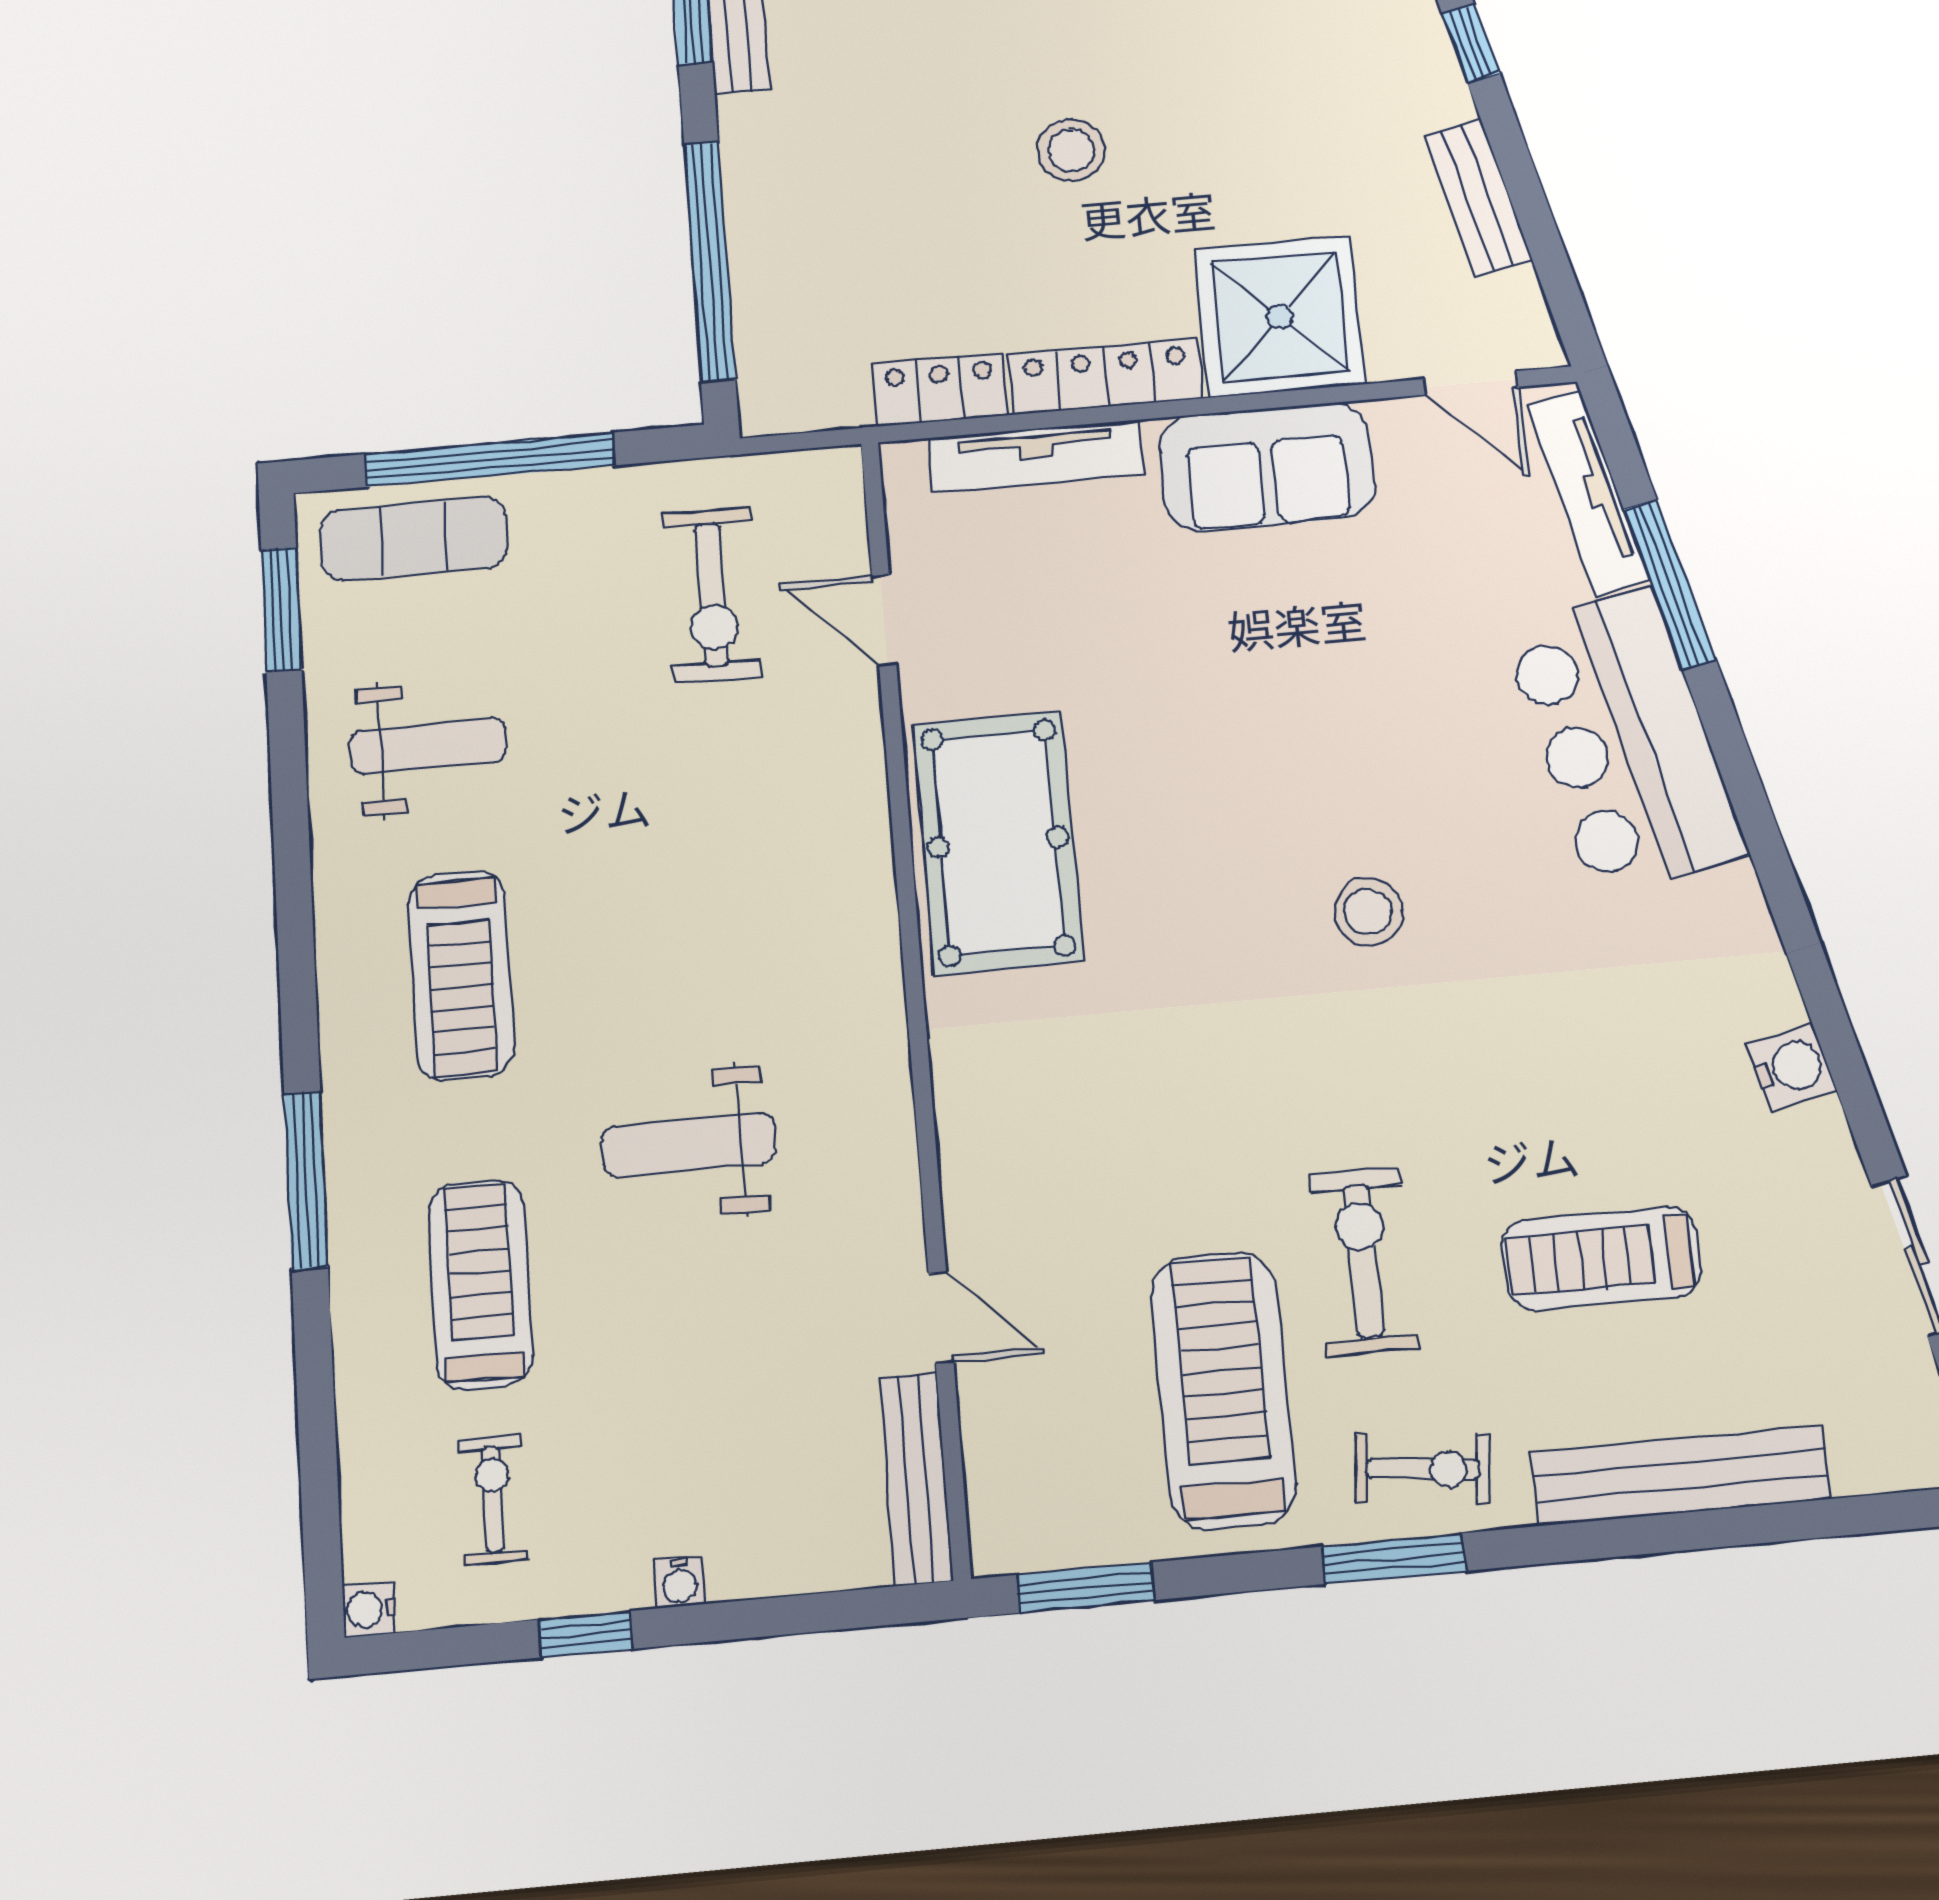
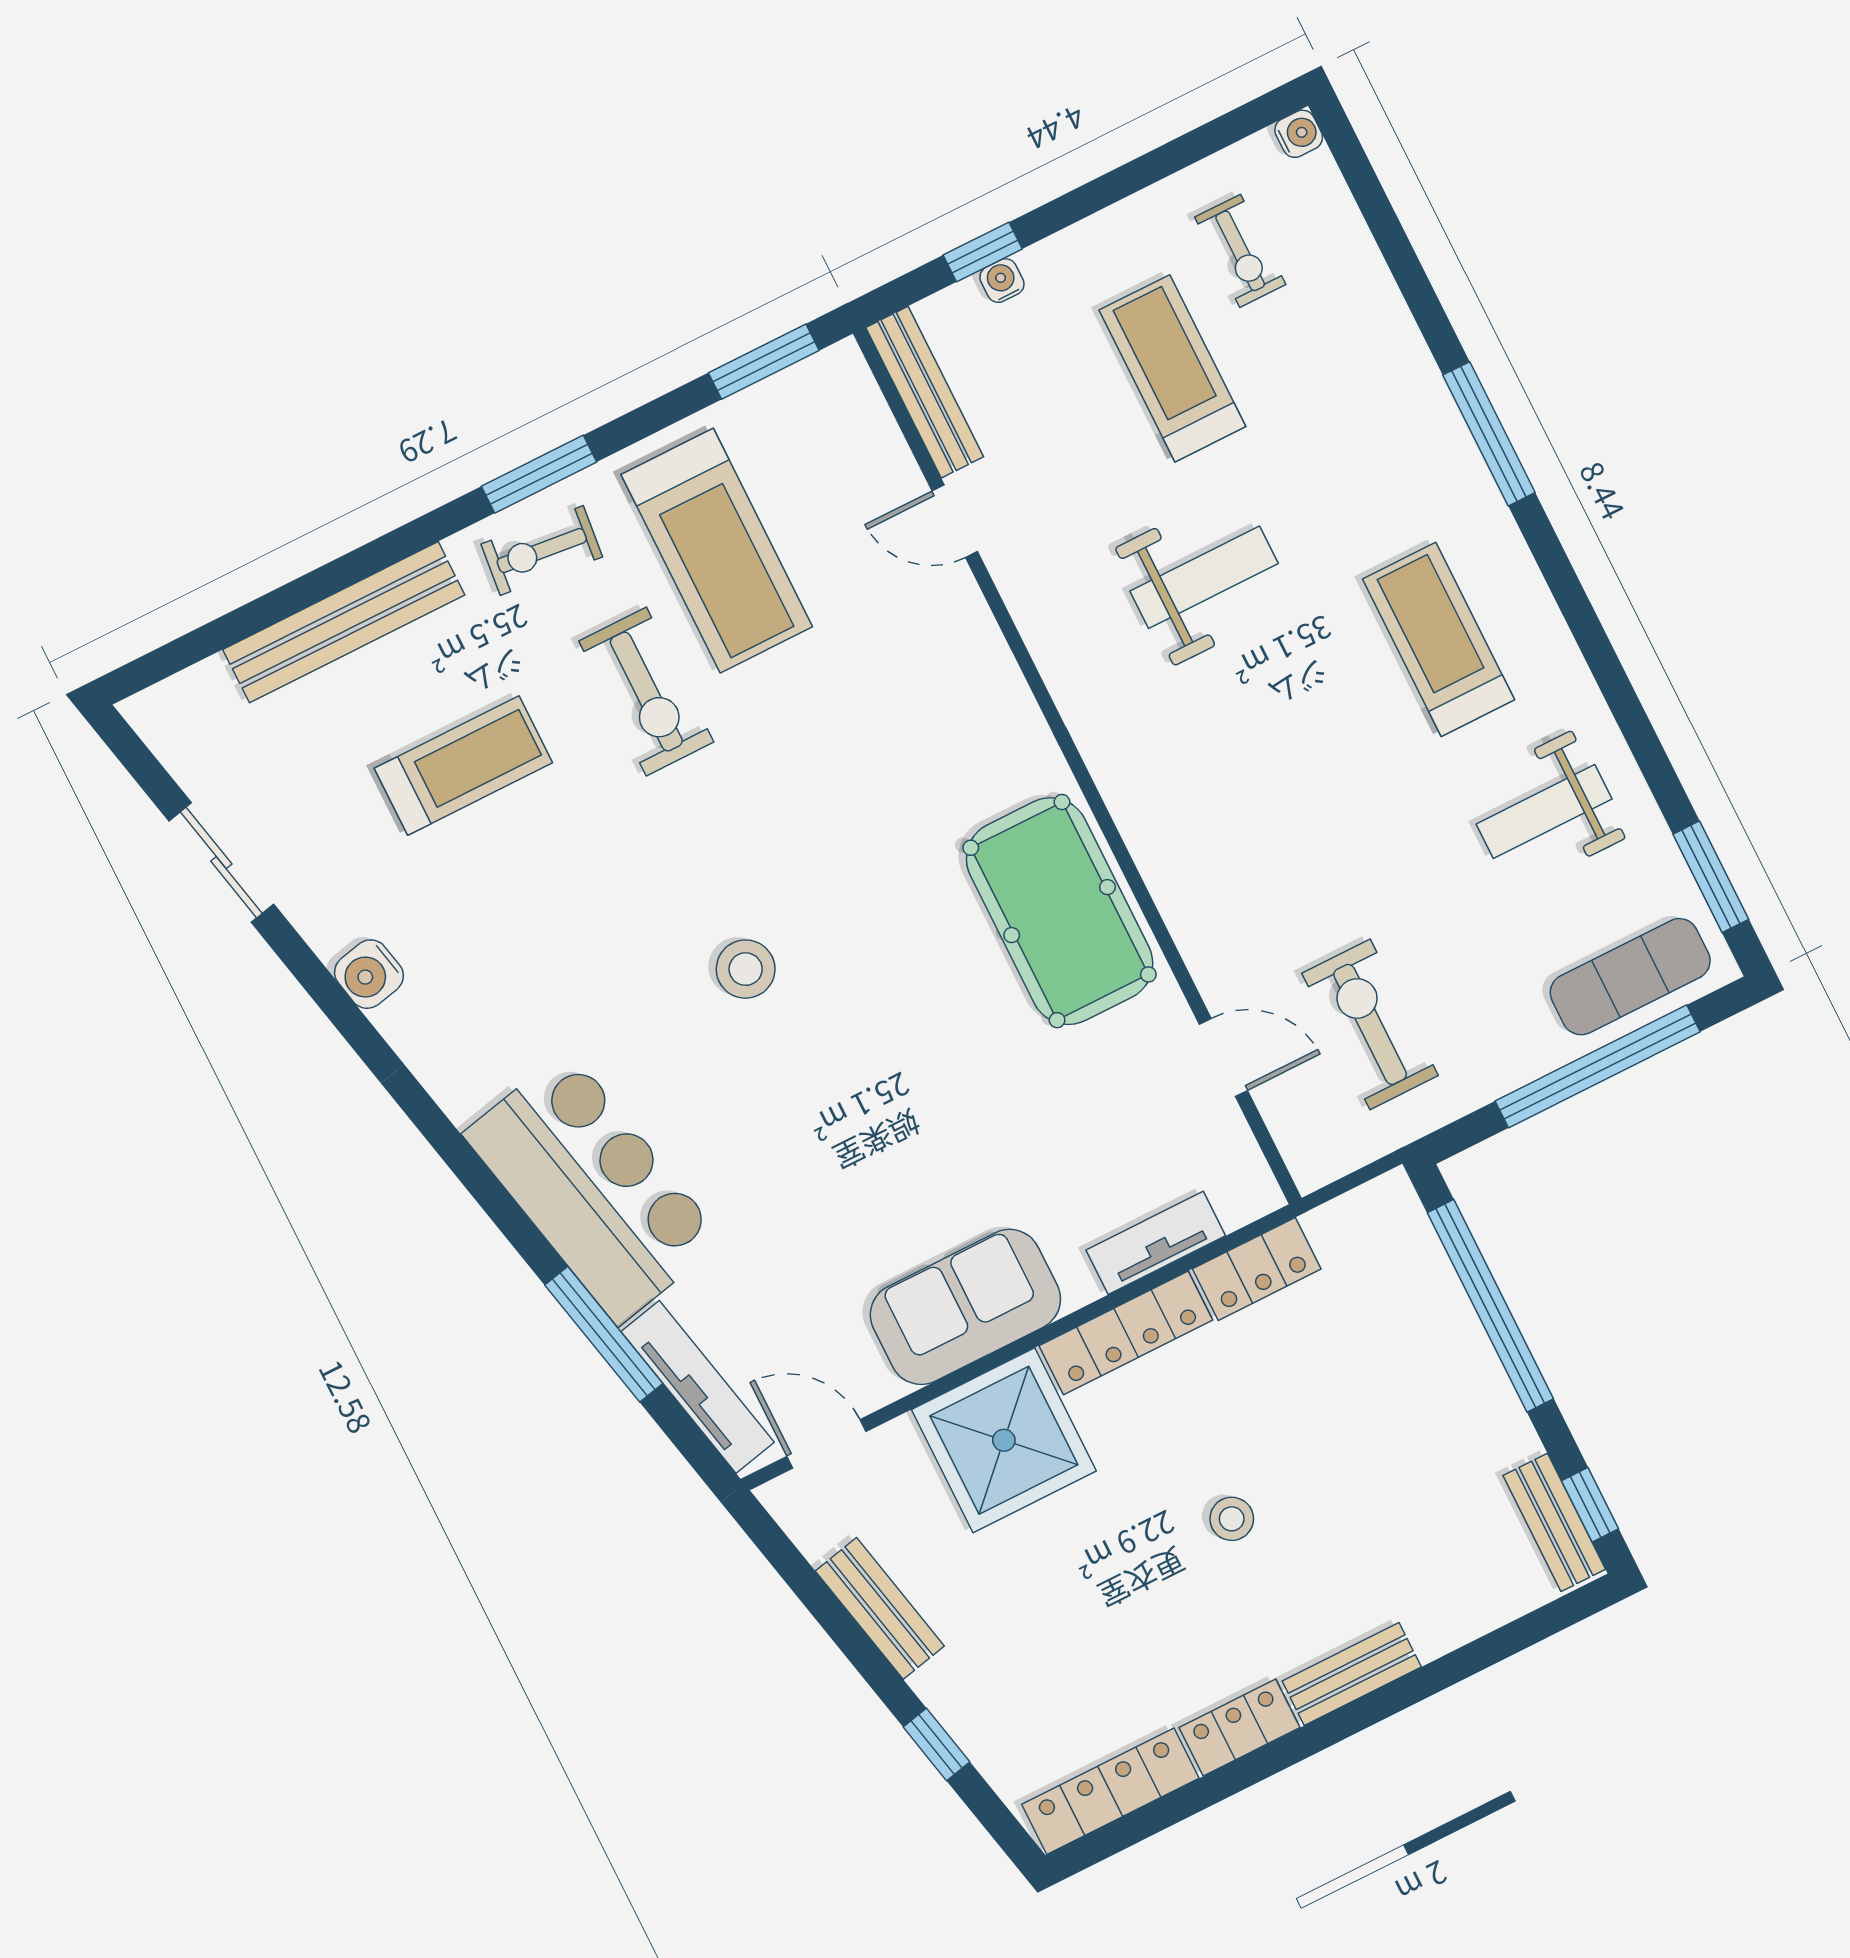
stool: (1071, 150) -> (1232, 1519), width x0.73, depth x0.73
tv unit: (1036, 456) -> (1156, 1243), width x0.71
treadmill: (480, 1285) -> (1172, 368), moved, turned 180
water cooler: (680, 1582) -> (1002, 281), moved
window: (586, 1634) -> (983, 252), moved

